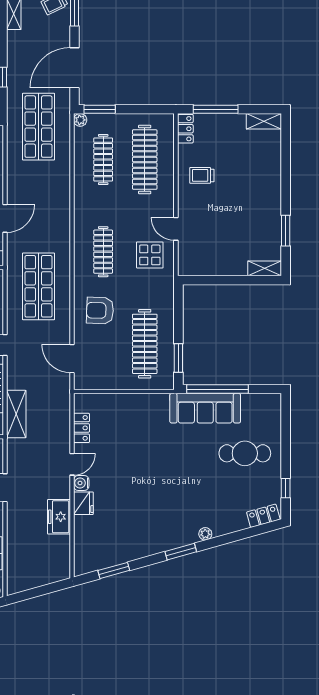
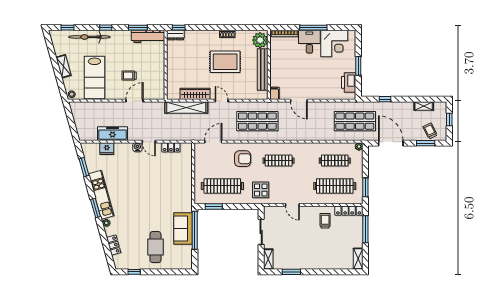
window: (100, 109) -> (365, 187), moved
locker: (185, 129) -> (349, 211), width x1.53
door: (176, 229) -> (292, 205), swing flipped
display table: (150, 255) -> (261, 190), moved
sliding door: (220, 280) -> (261, 232), added
armchair: (100, 311) -> (243, 159), turned 88
sofa: (205, 408) -> (183, 229), width x0.73
shelving: (16, 414) -> (186, 108), width x1.47
fridge: (83, 503) -> (107, 149), moved
locker: (263, 516) -> (114, 245), moved
freezer: (59, 517) -> (113, 134), width x1.40
kitchen unit: (159, 542) -> (101, 195), added

